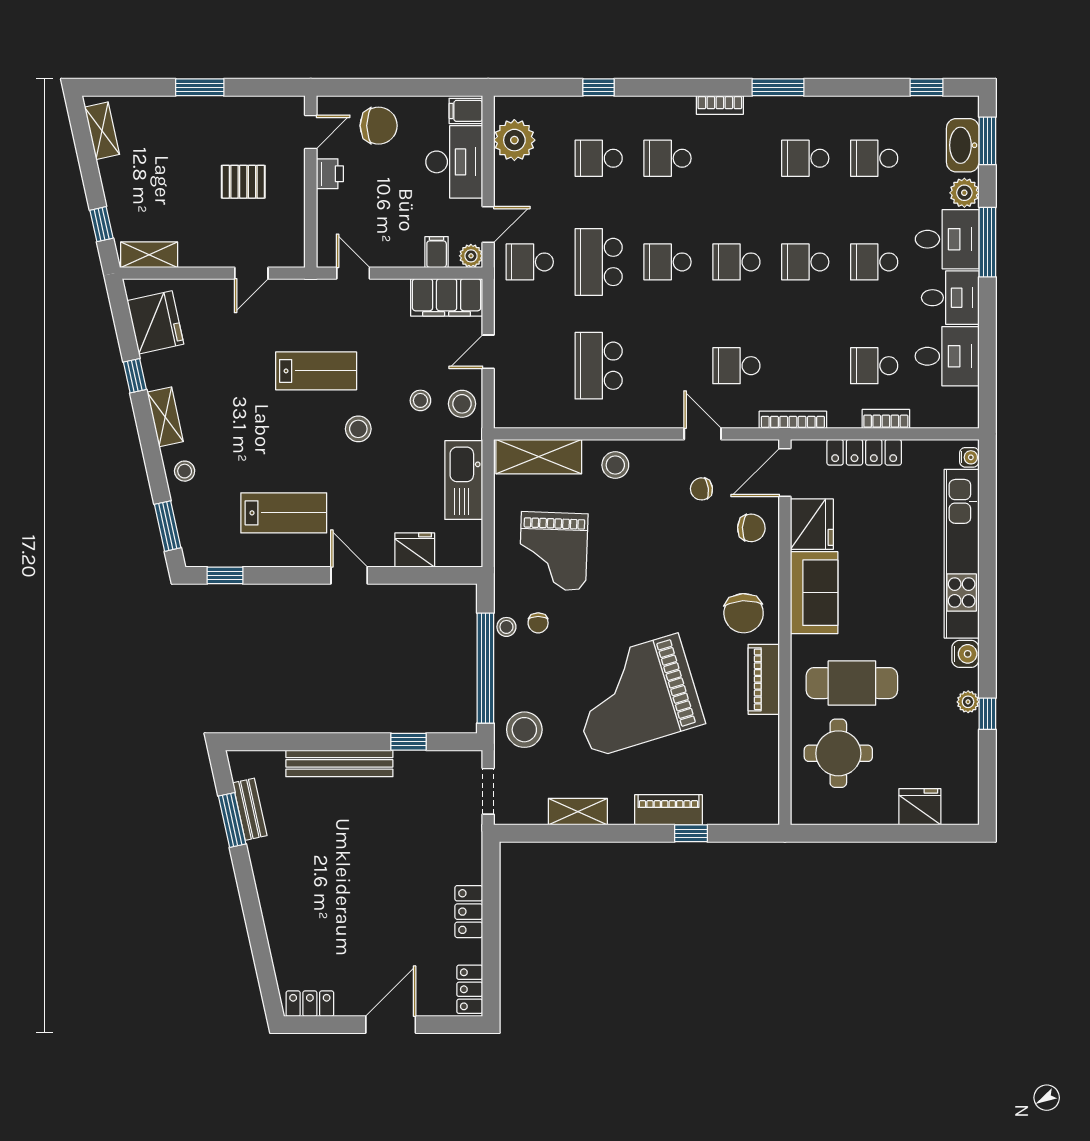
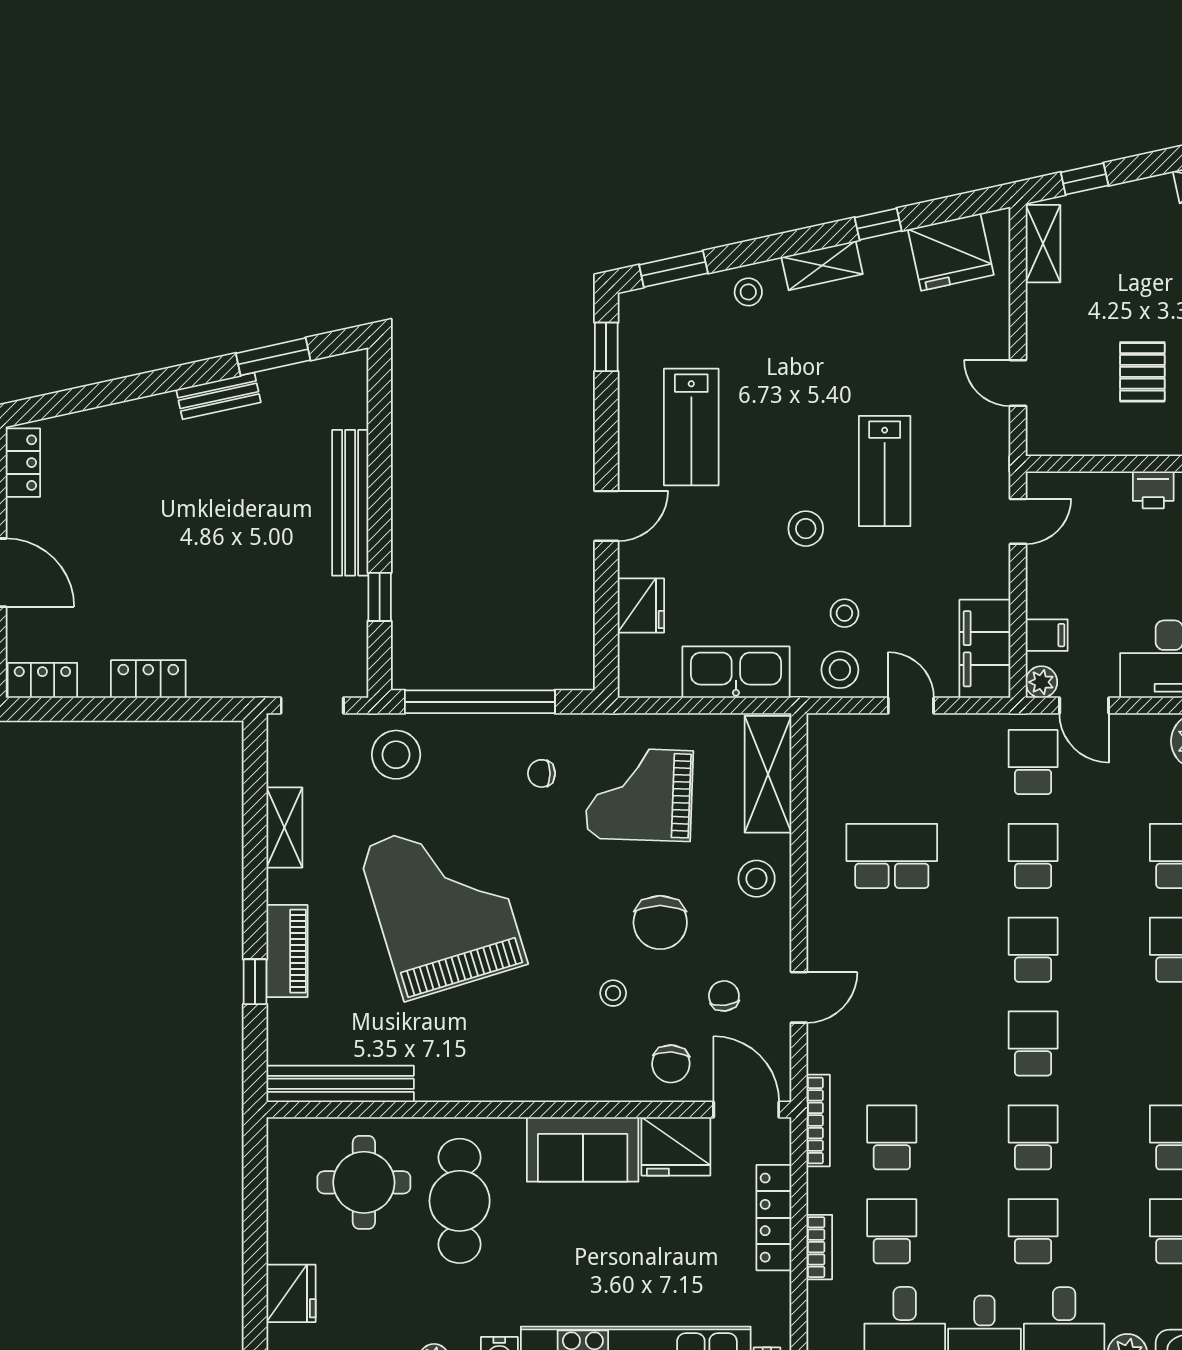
school desk: (599, 262) -> (1033, 856), width x0.54
school desk: (736, 366) -> (892, 1137), moved
chair: (744, 613) -> (660, 922), moved, turned -87
stool: (506, 627) -> (613, 993), moved
piano: (764, 679) -> (465, 1081), removed
bench: (766, 771) -> (340, 1084), added
bench: (250, 809) -> (218, 396), moved

